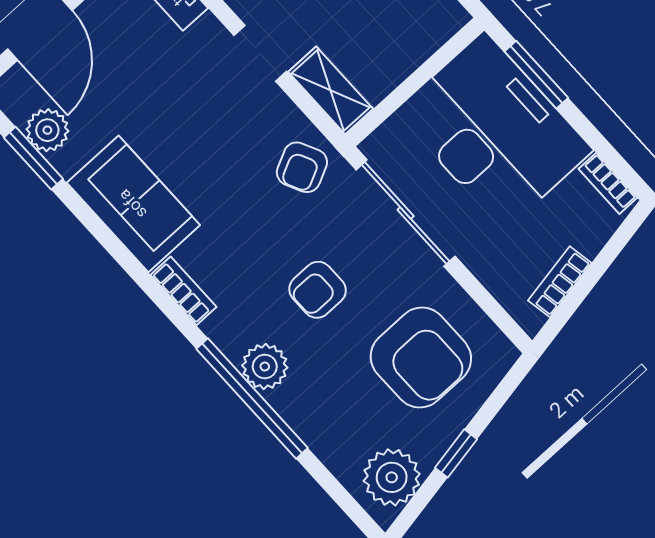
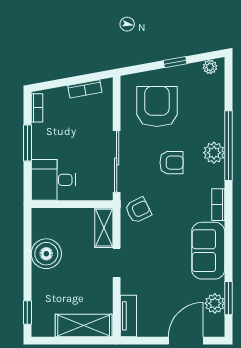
window: (536, 75) -> (27, 143), moved
desk: (494, 131) -> (53, 180), width x0.53, depth x0.77
plant: (392, 477) -> (210, 67), width x0.53, depth x0.53

